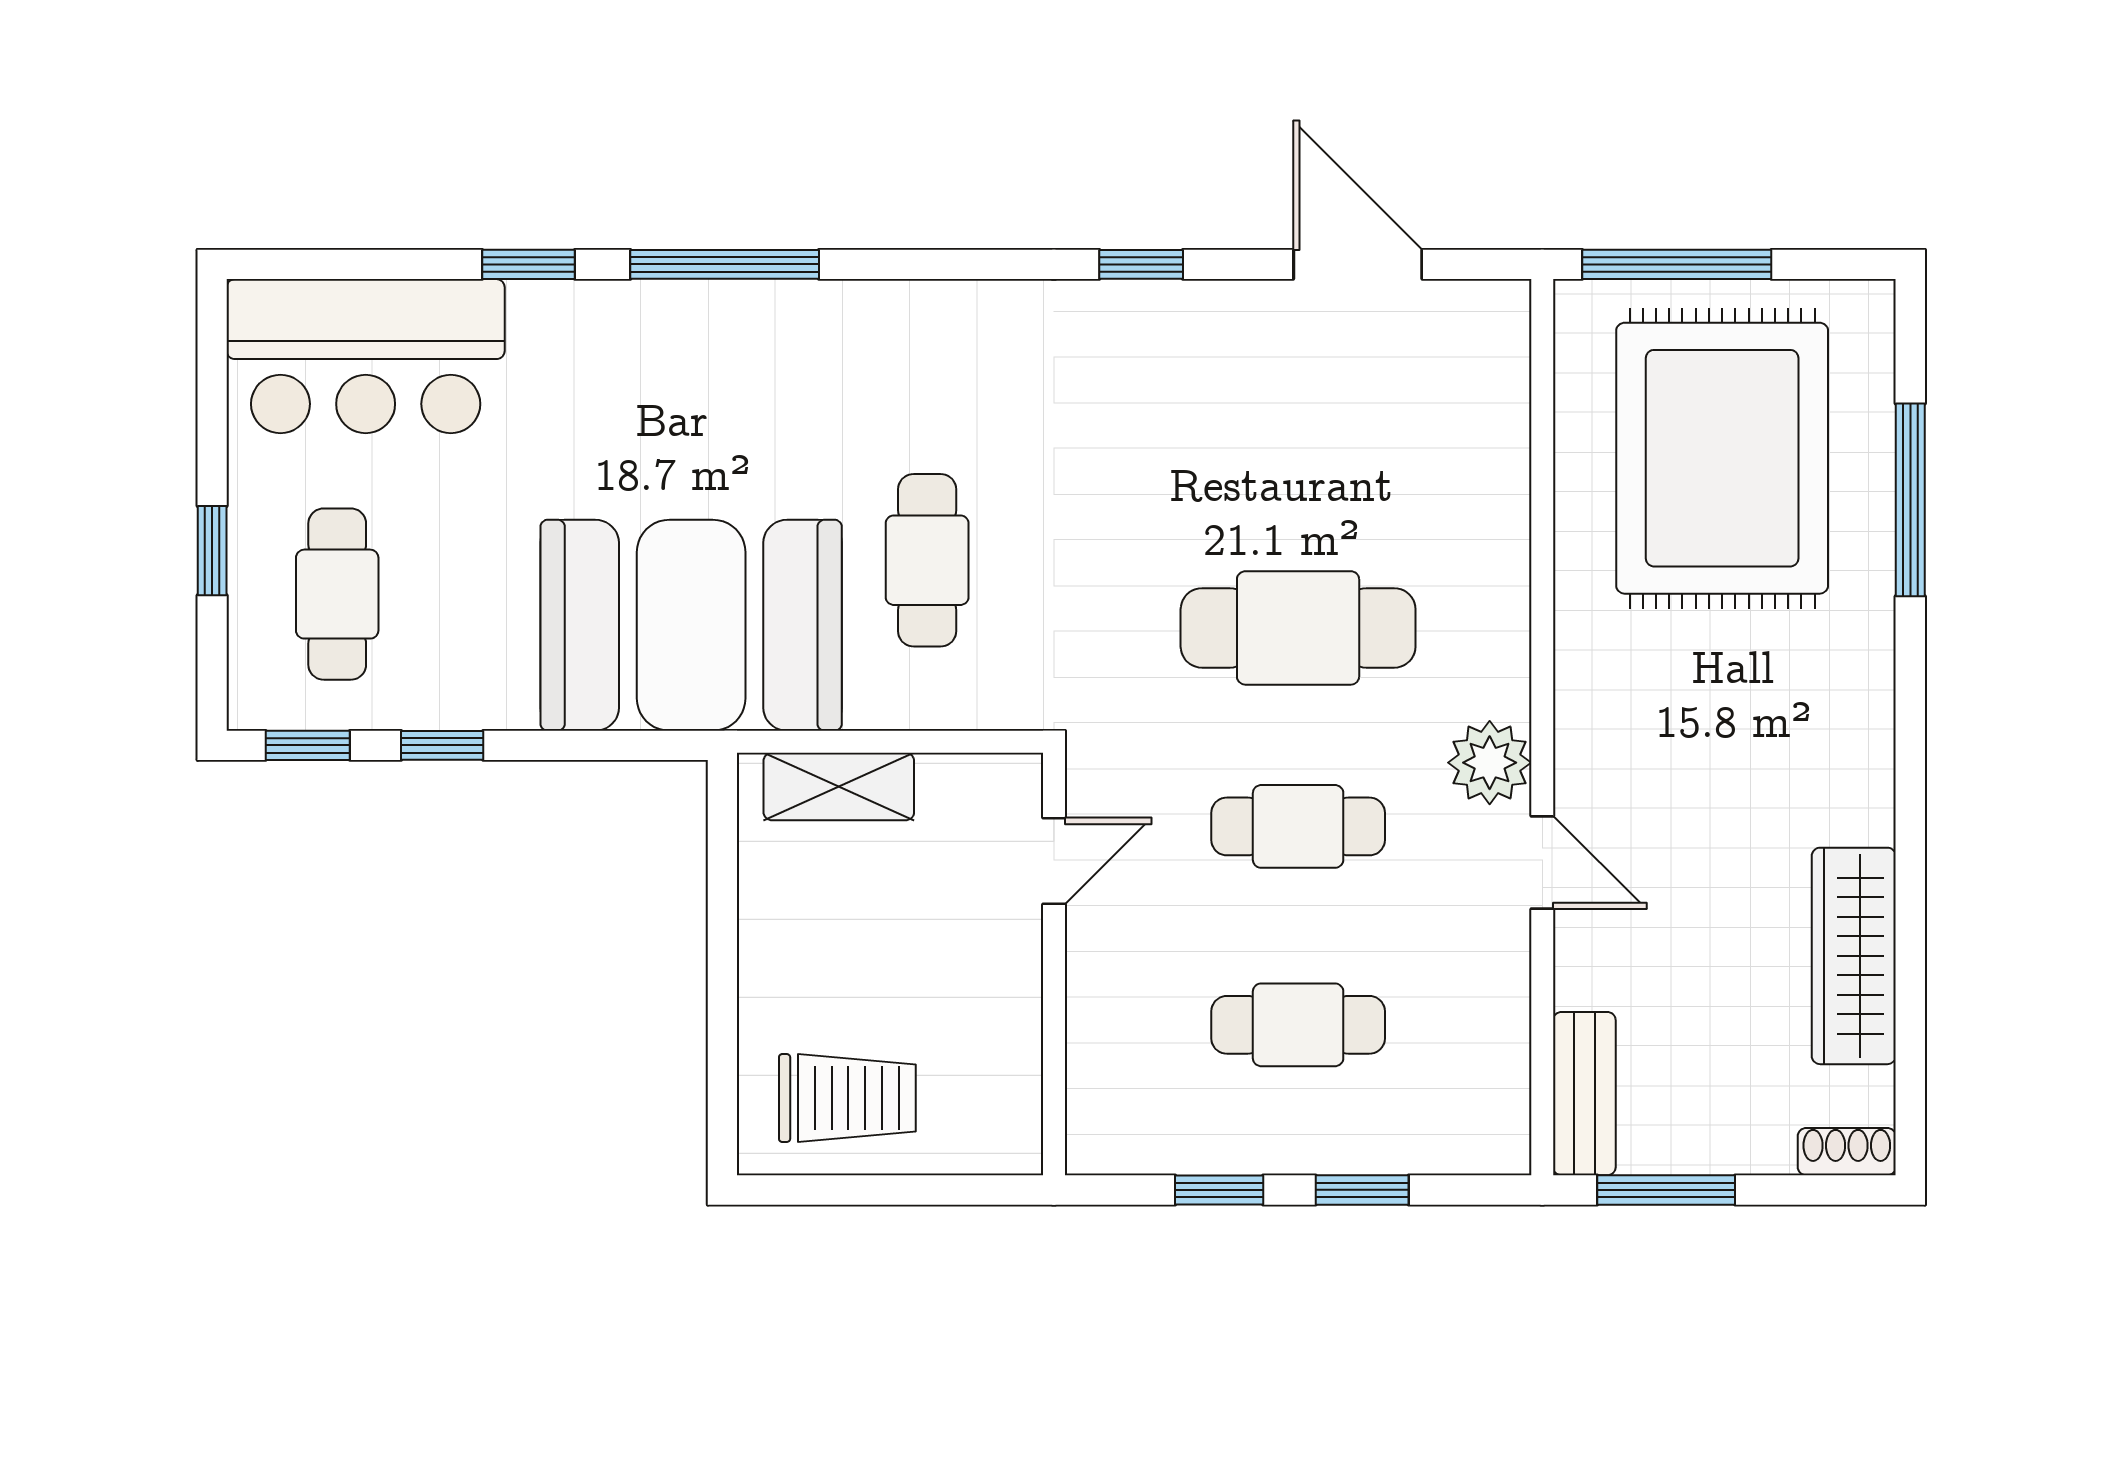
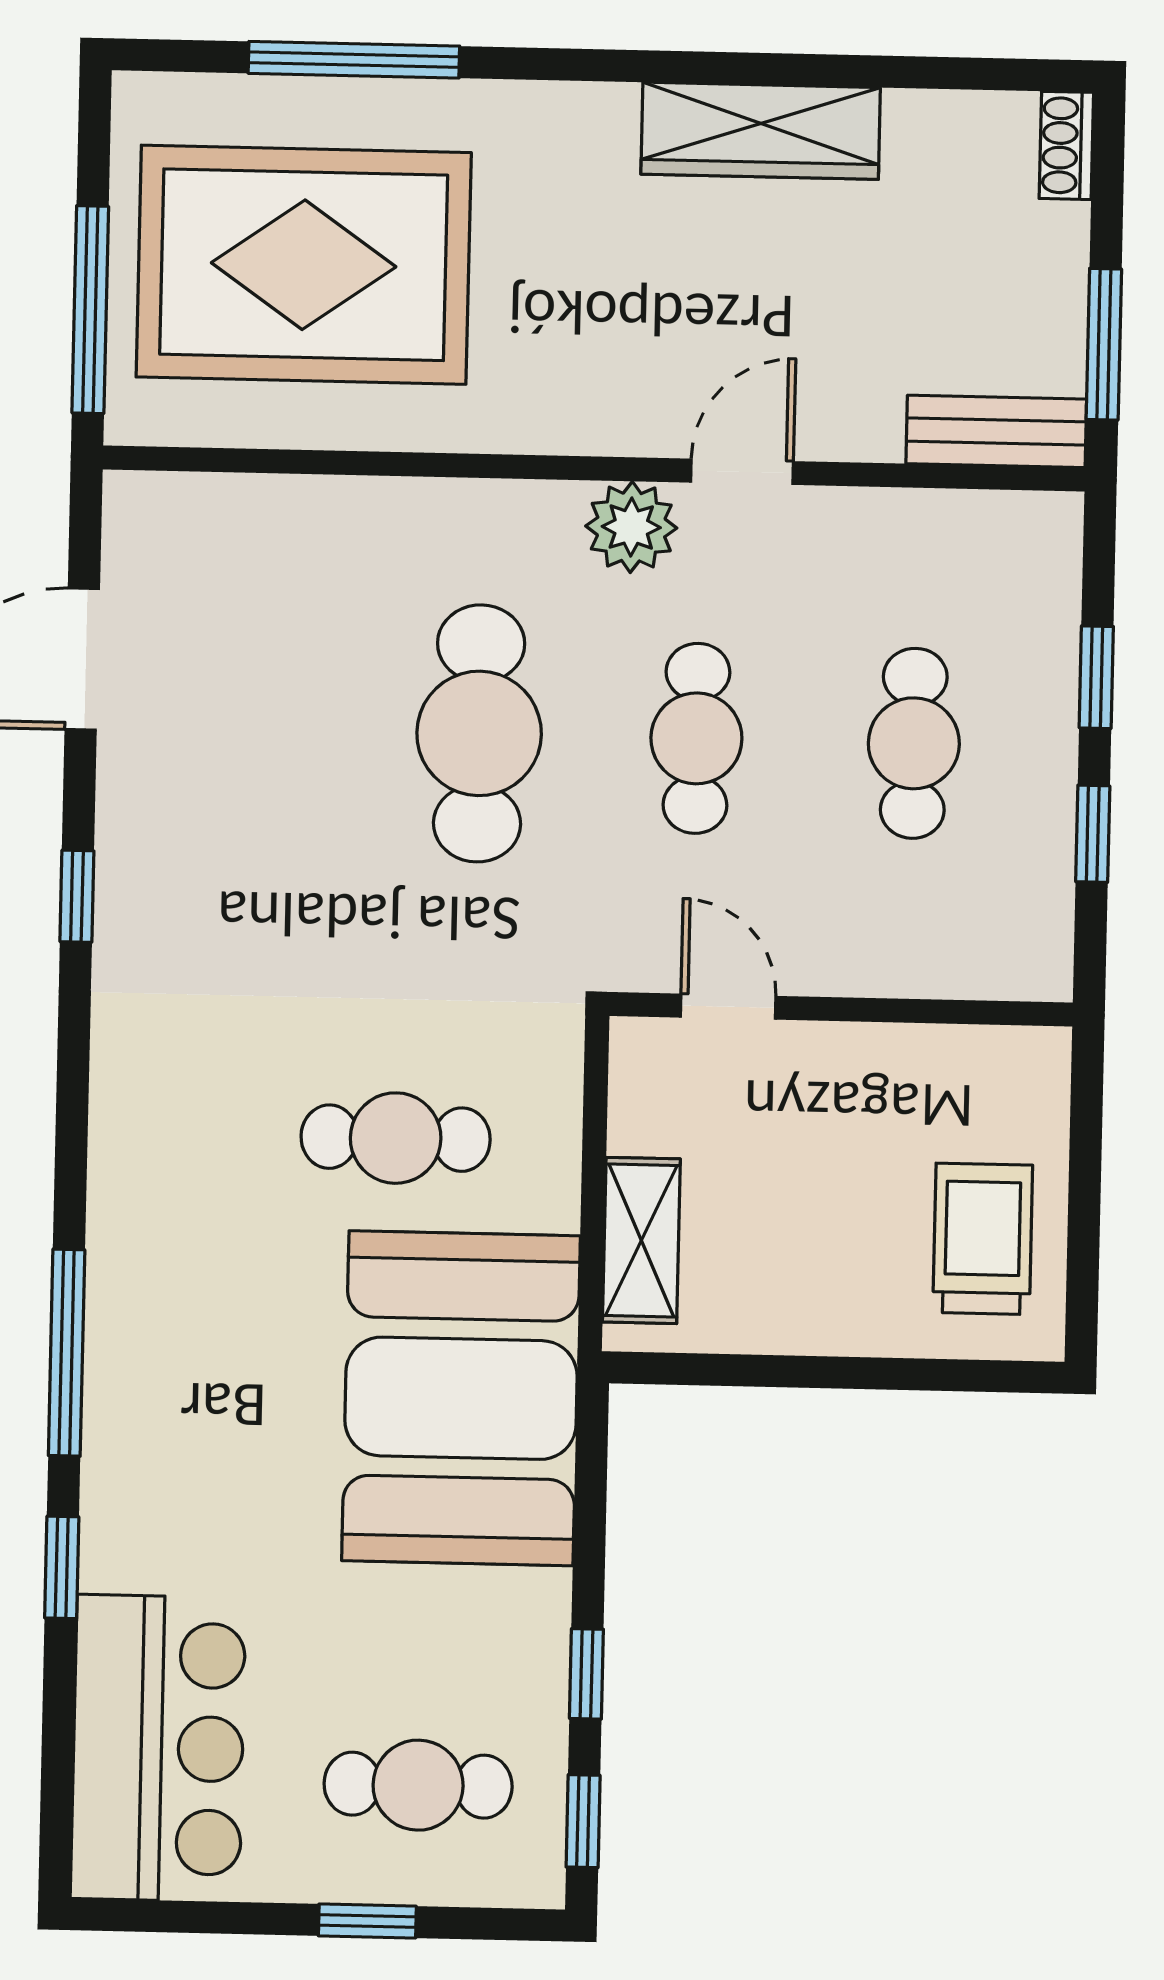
wardrobe: (1854, 956) -> (761, 131), moved

